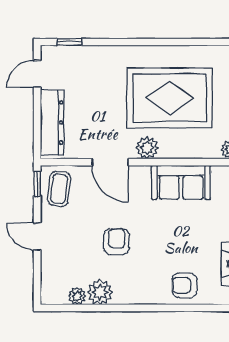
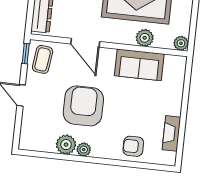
plant: (147, 148) -> (145, 38), moved
armchair: (117, 242) -> (83, 106), width x1.88, depth x1.88
plant: (77, 296) -> (84, 150), moved

